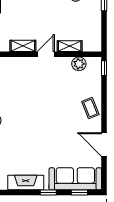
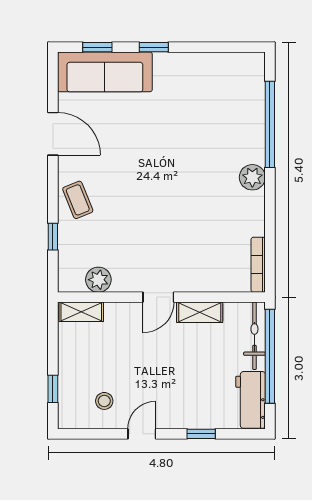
shelving: (70, 46) -> (81, 312), moved
window: (104, 68) -> (53, 237), moved
fireplace: (26, 183) -> (195, 65), removed

